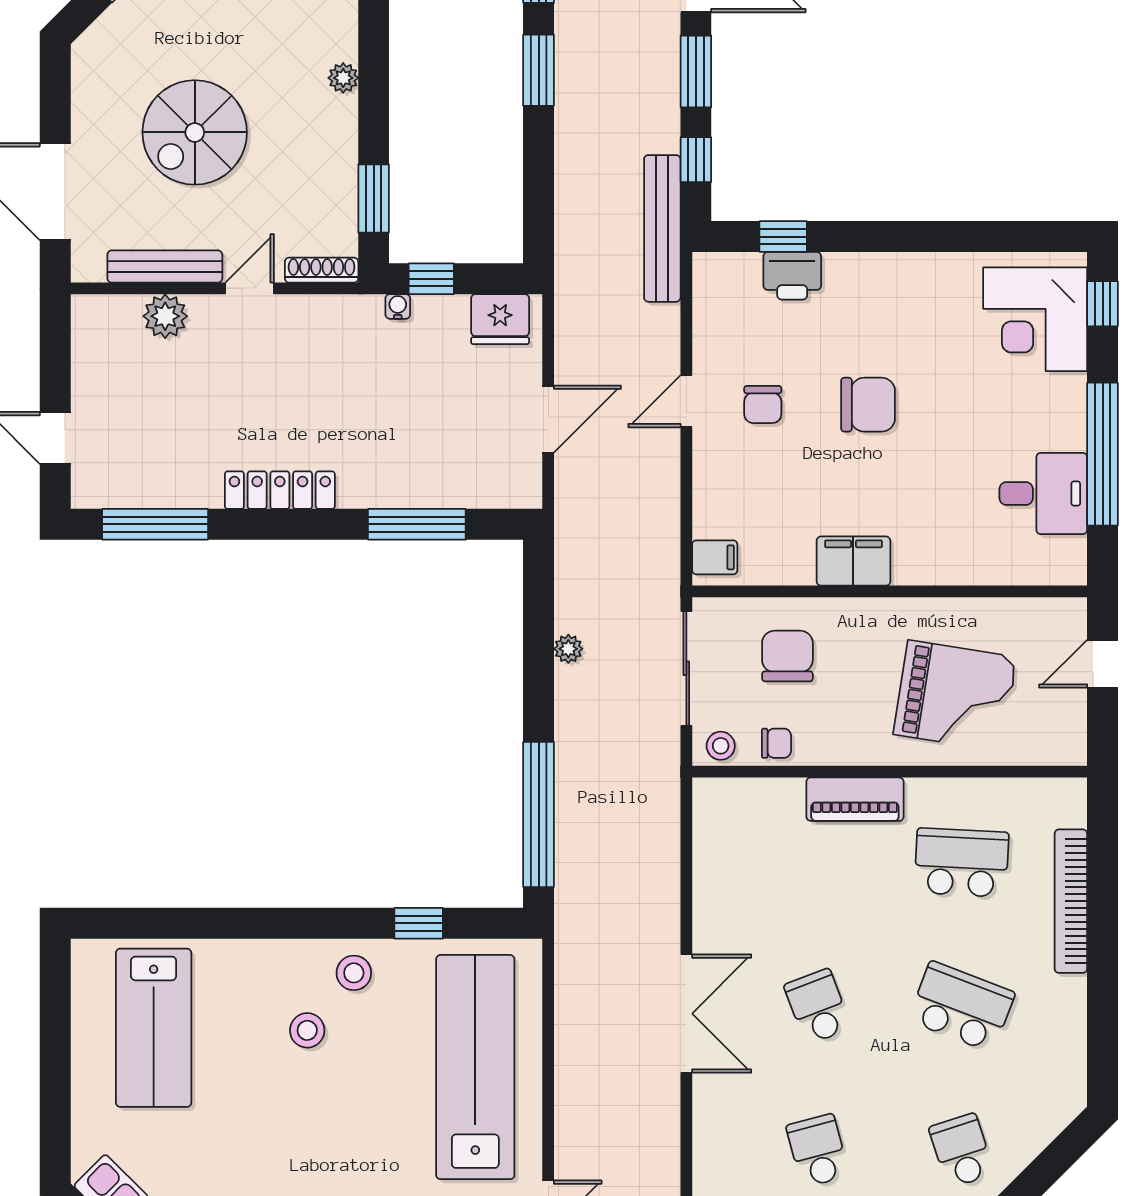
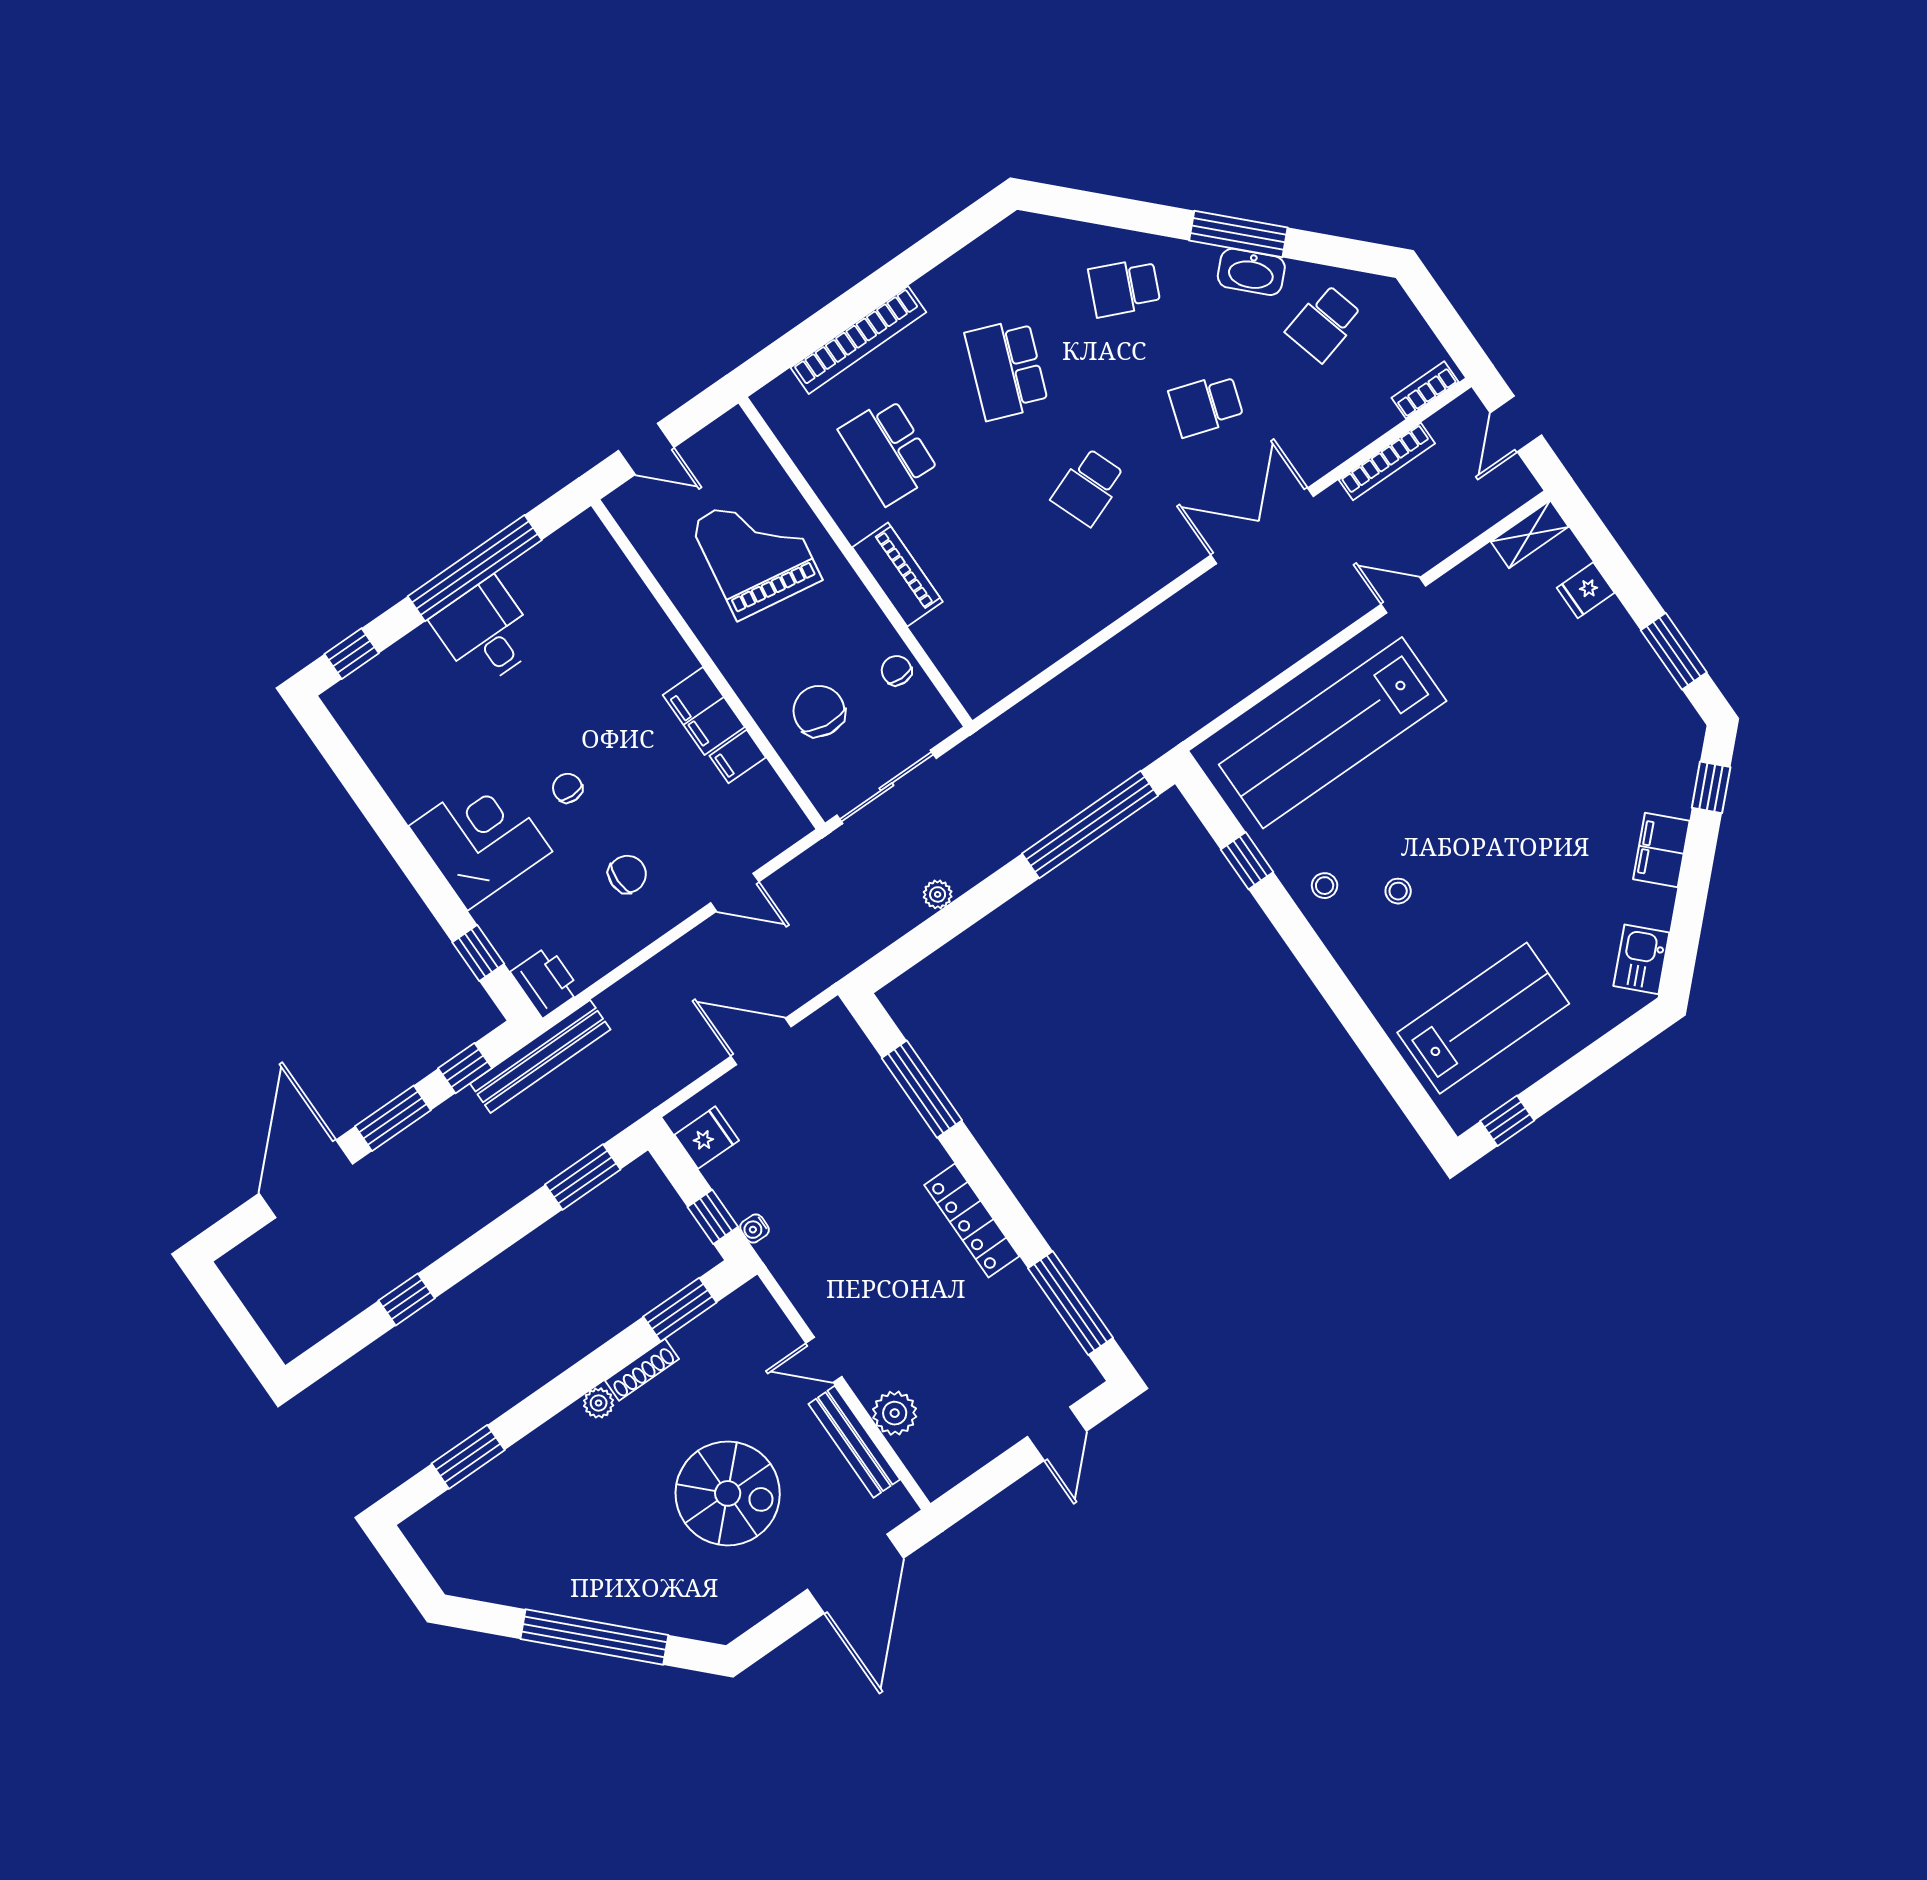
window: (539, 70) -> (583, 1177), moved
shoe rack: (322, 270) -> (642, 1370), moved, turned -90
printer: (792, 276) -> (546, 982), moved
fridge: (500, 319) -> (707, 1138), width x0.72
corner desk: (1035, 319) -> (481, 839), moved, turned -90
door: (686, 401) -> (735, 892), moved
chair: (868, 405) -> (568, 788), width x0.54, depth x0.54
desk: (1043, 494) -> (486, 632), moved
filing cabinet: (715, 557) -> (738, 757), moved, turned -90
chair: (787, 656) -> (819, 711), turned 97
stool: (721, 746) -> (930, 715), removed
stool: (354, 973) -> (1325, 886), width x0.73, depth x0.73
window: (55, 989) -> (1507, 1121), added
double door: (686, 1014) -> (1262, 526), moved
stool: (307, 1030) -> (1398, 891), width x0.73, depth x0.73
school desk: (818, 1151) -> (1206, 405), turned 33
school desk: (962, 1151) -> (1124, 288), turned 42

